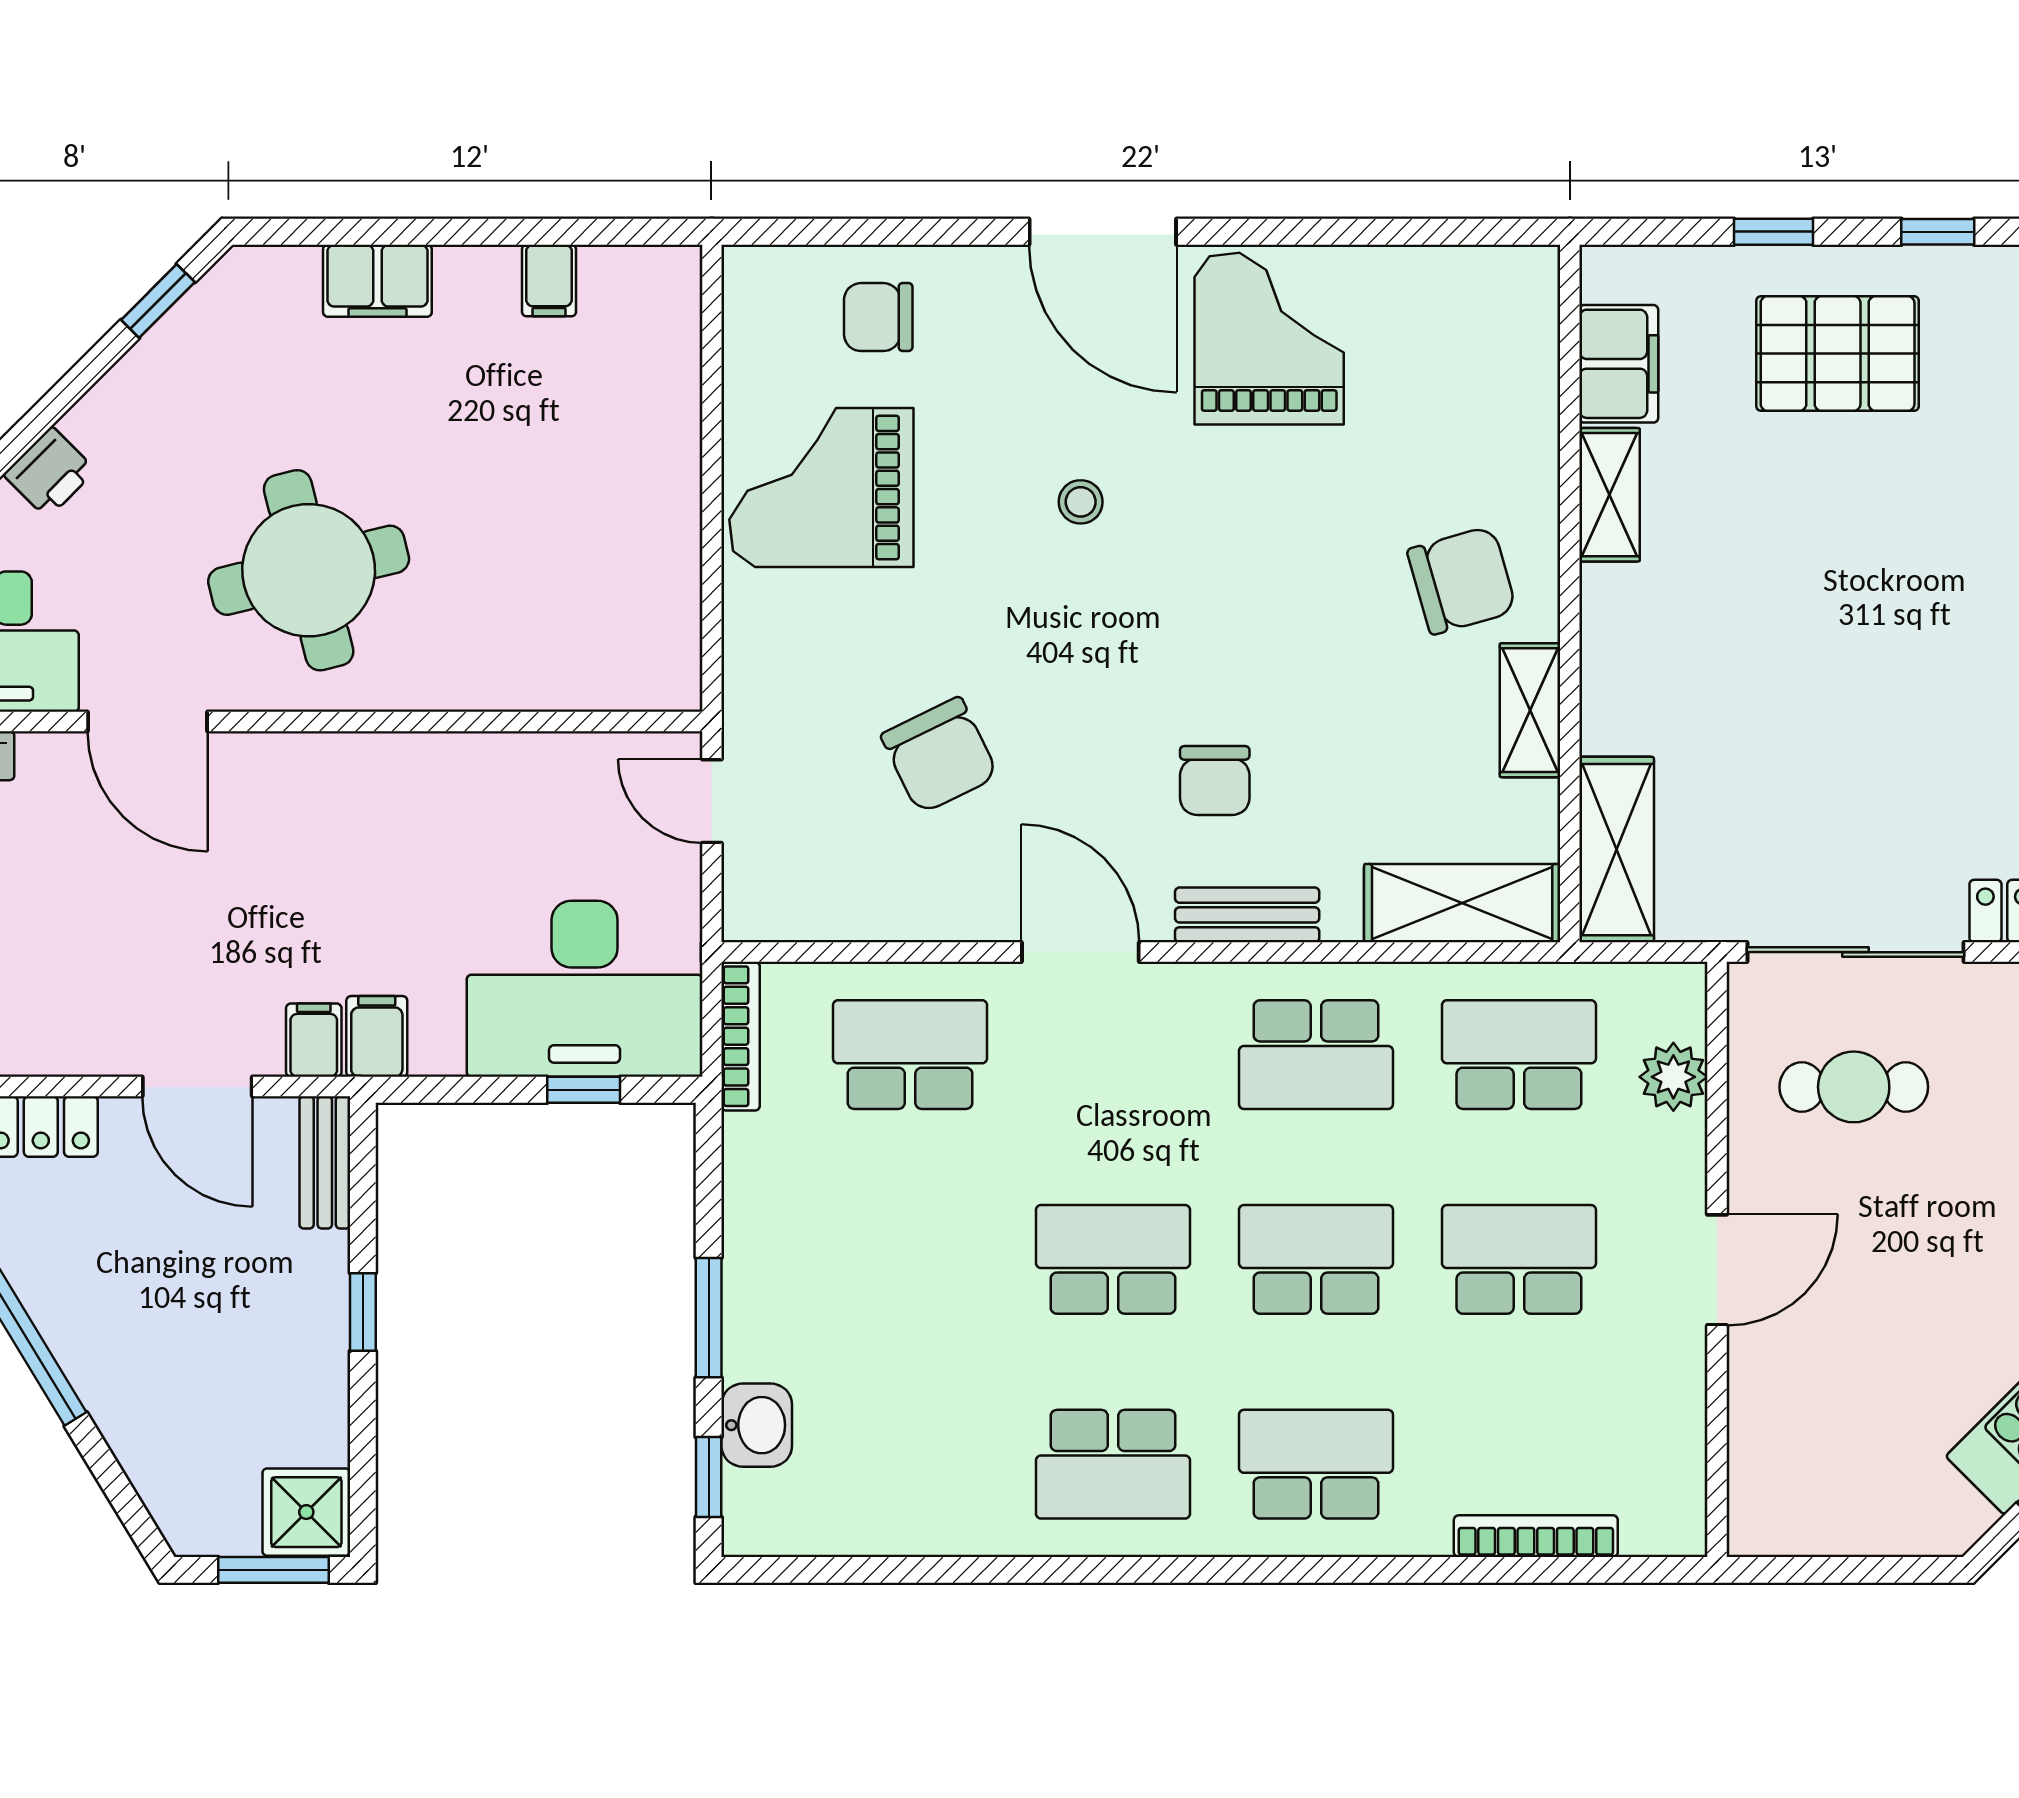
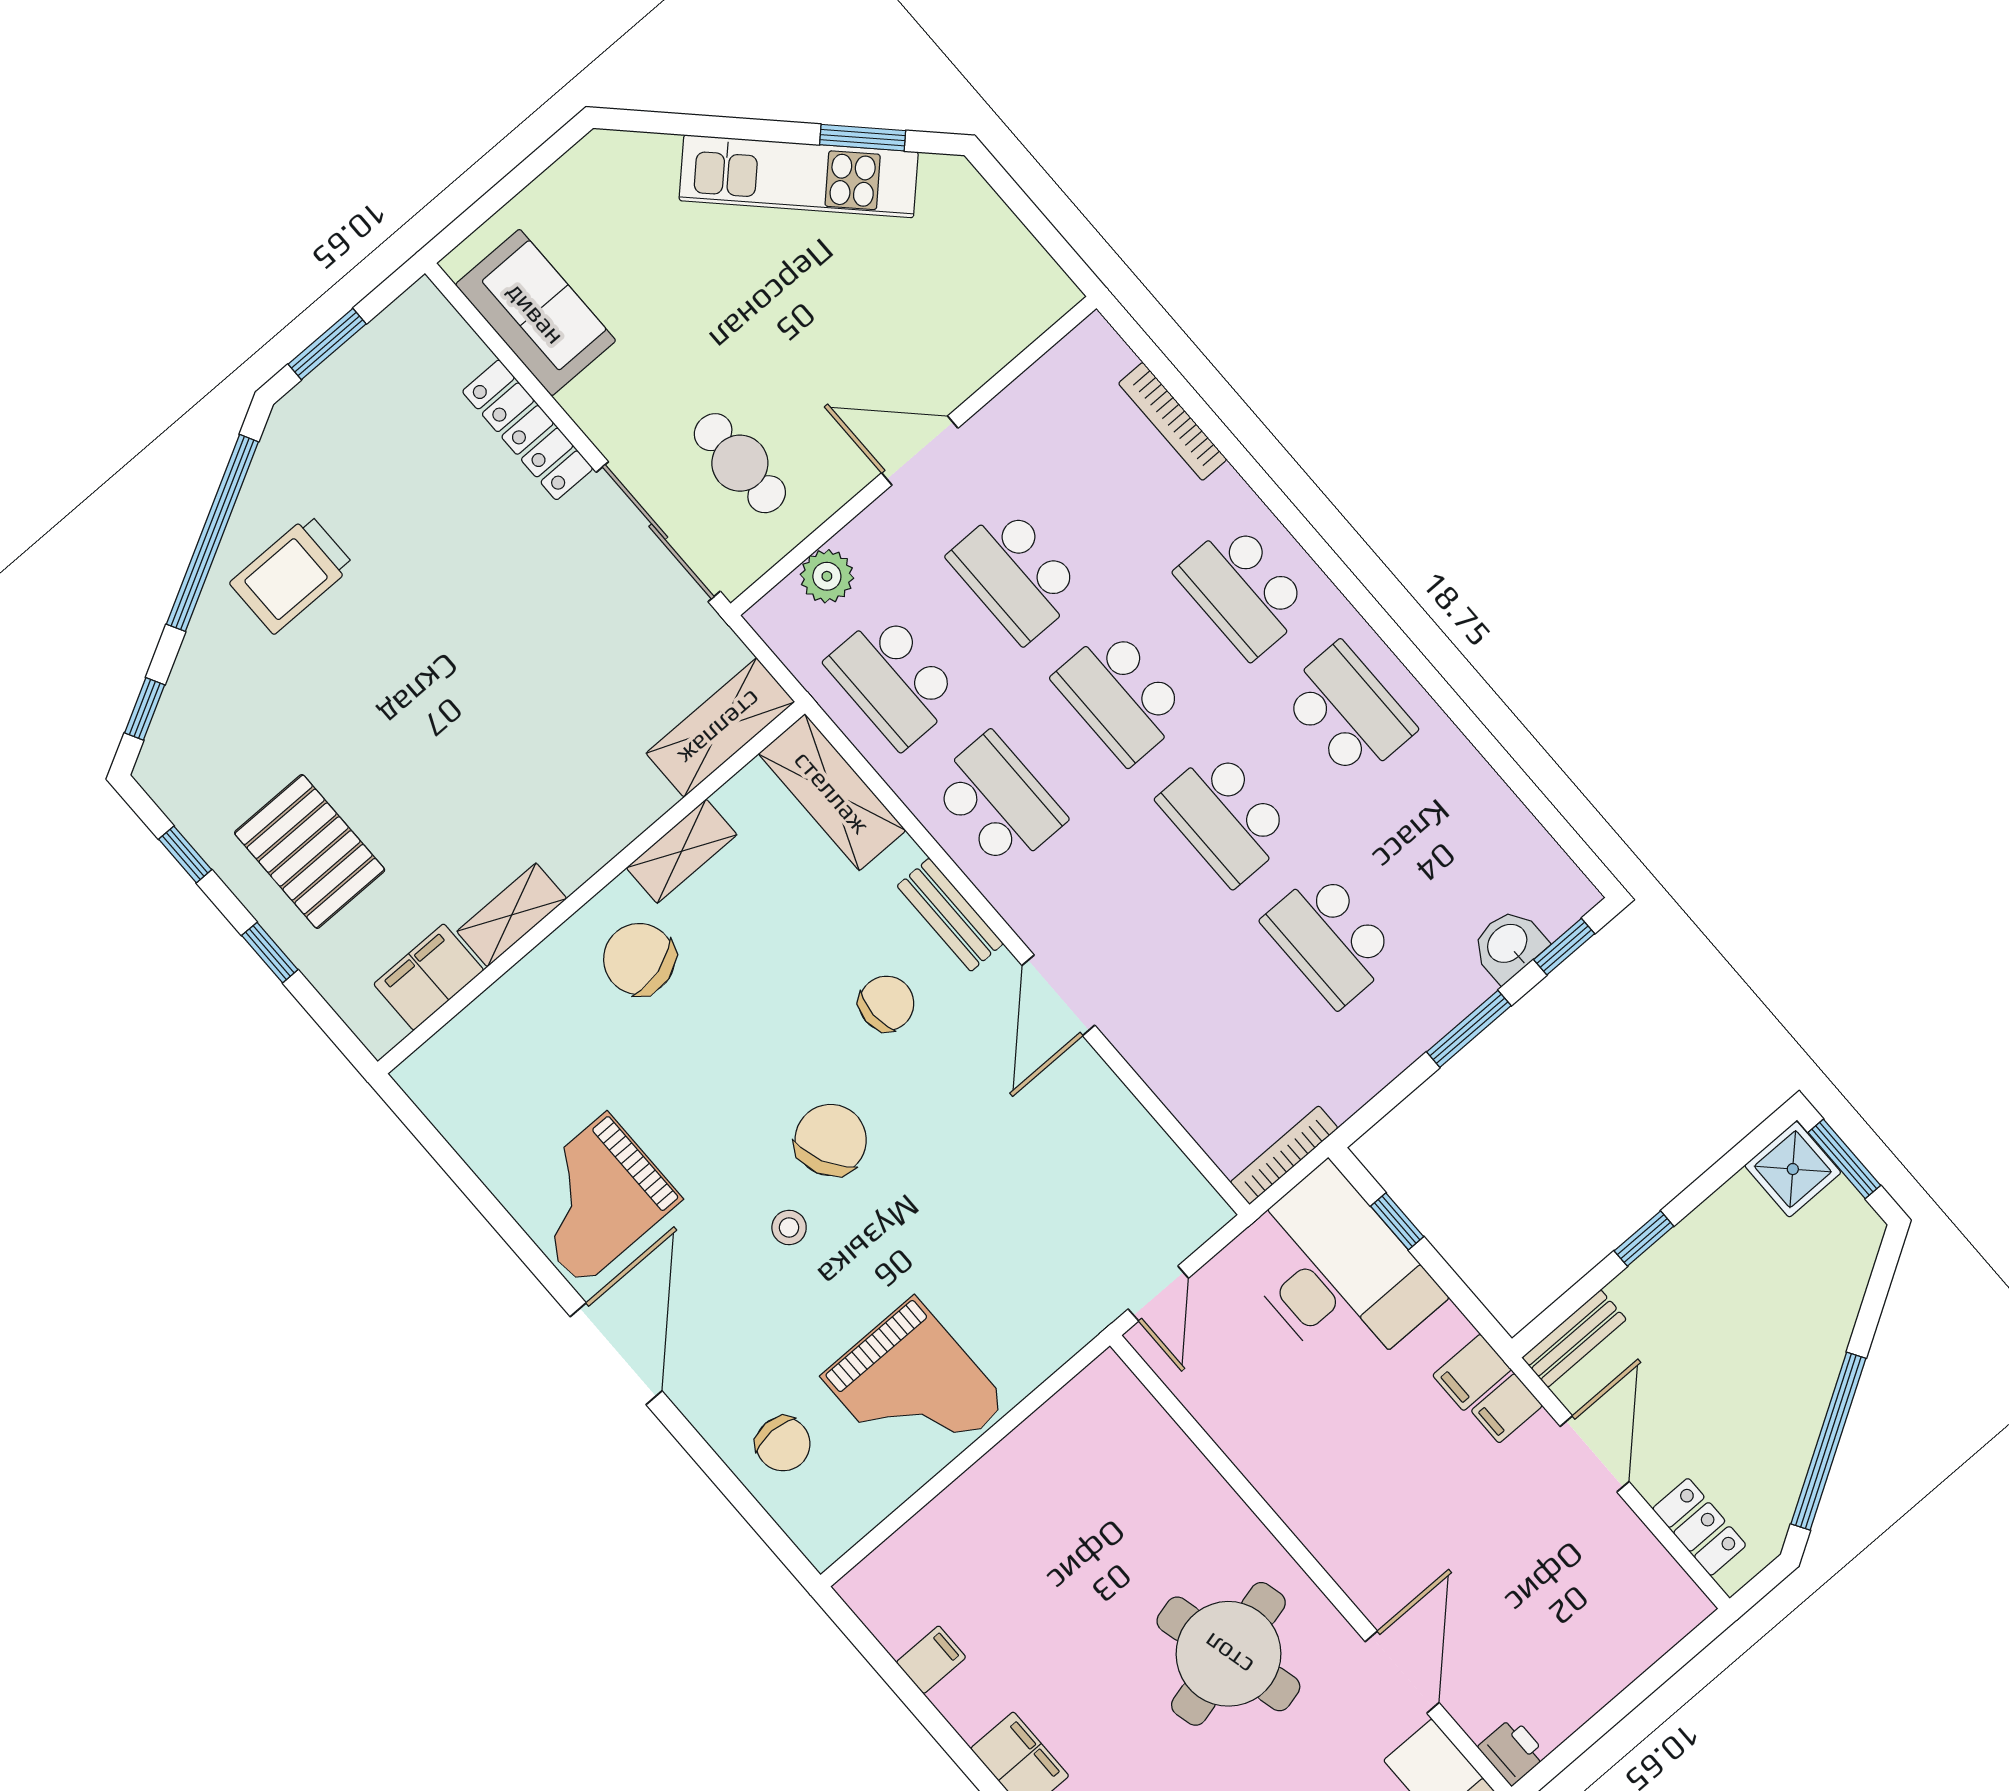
chair: (940, 755) -> (831, 1140), moved
school desk: (910, 1055) -> (1330, 939), moved

